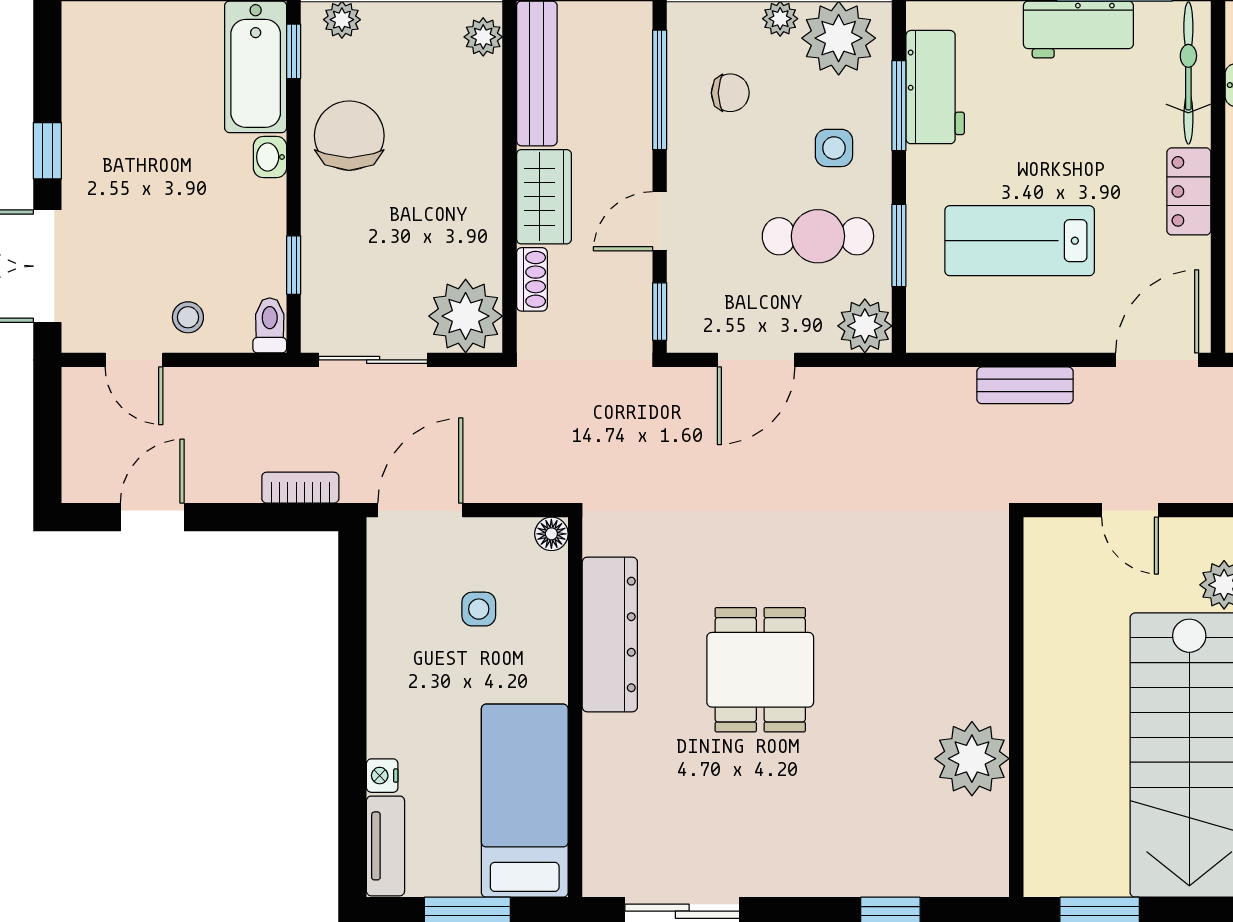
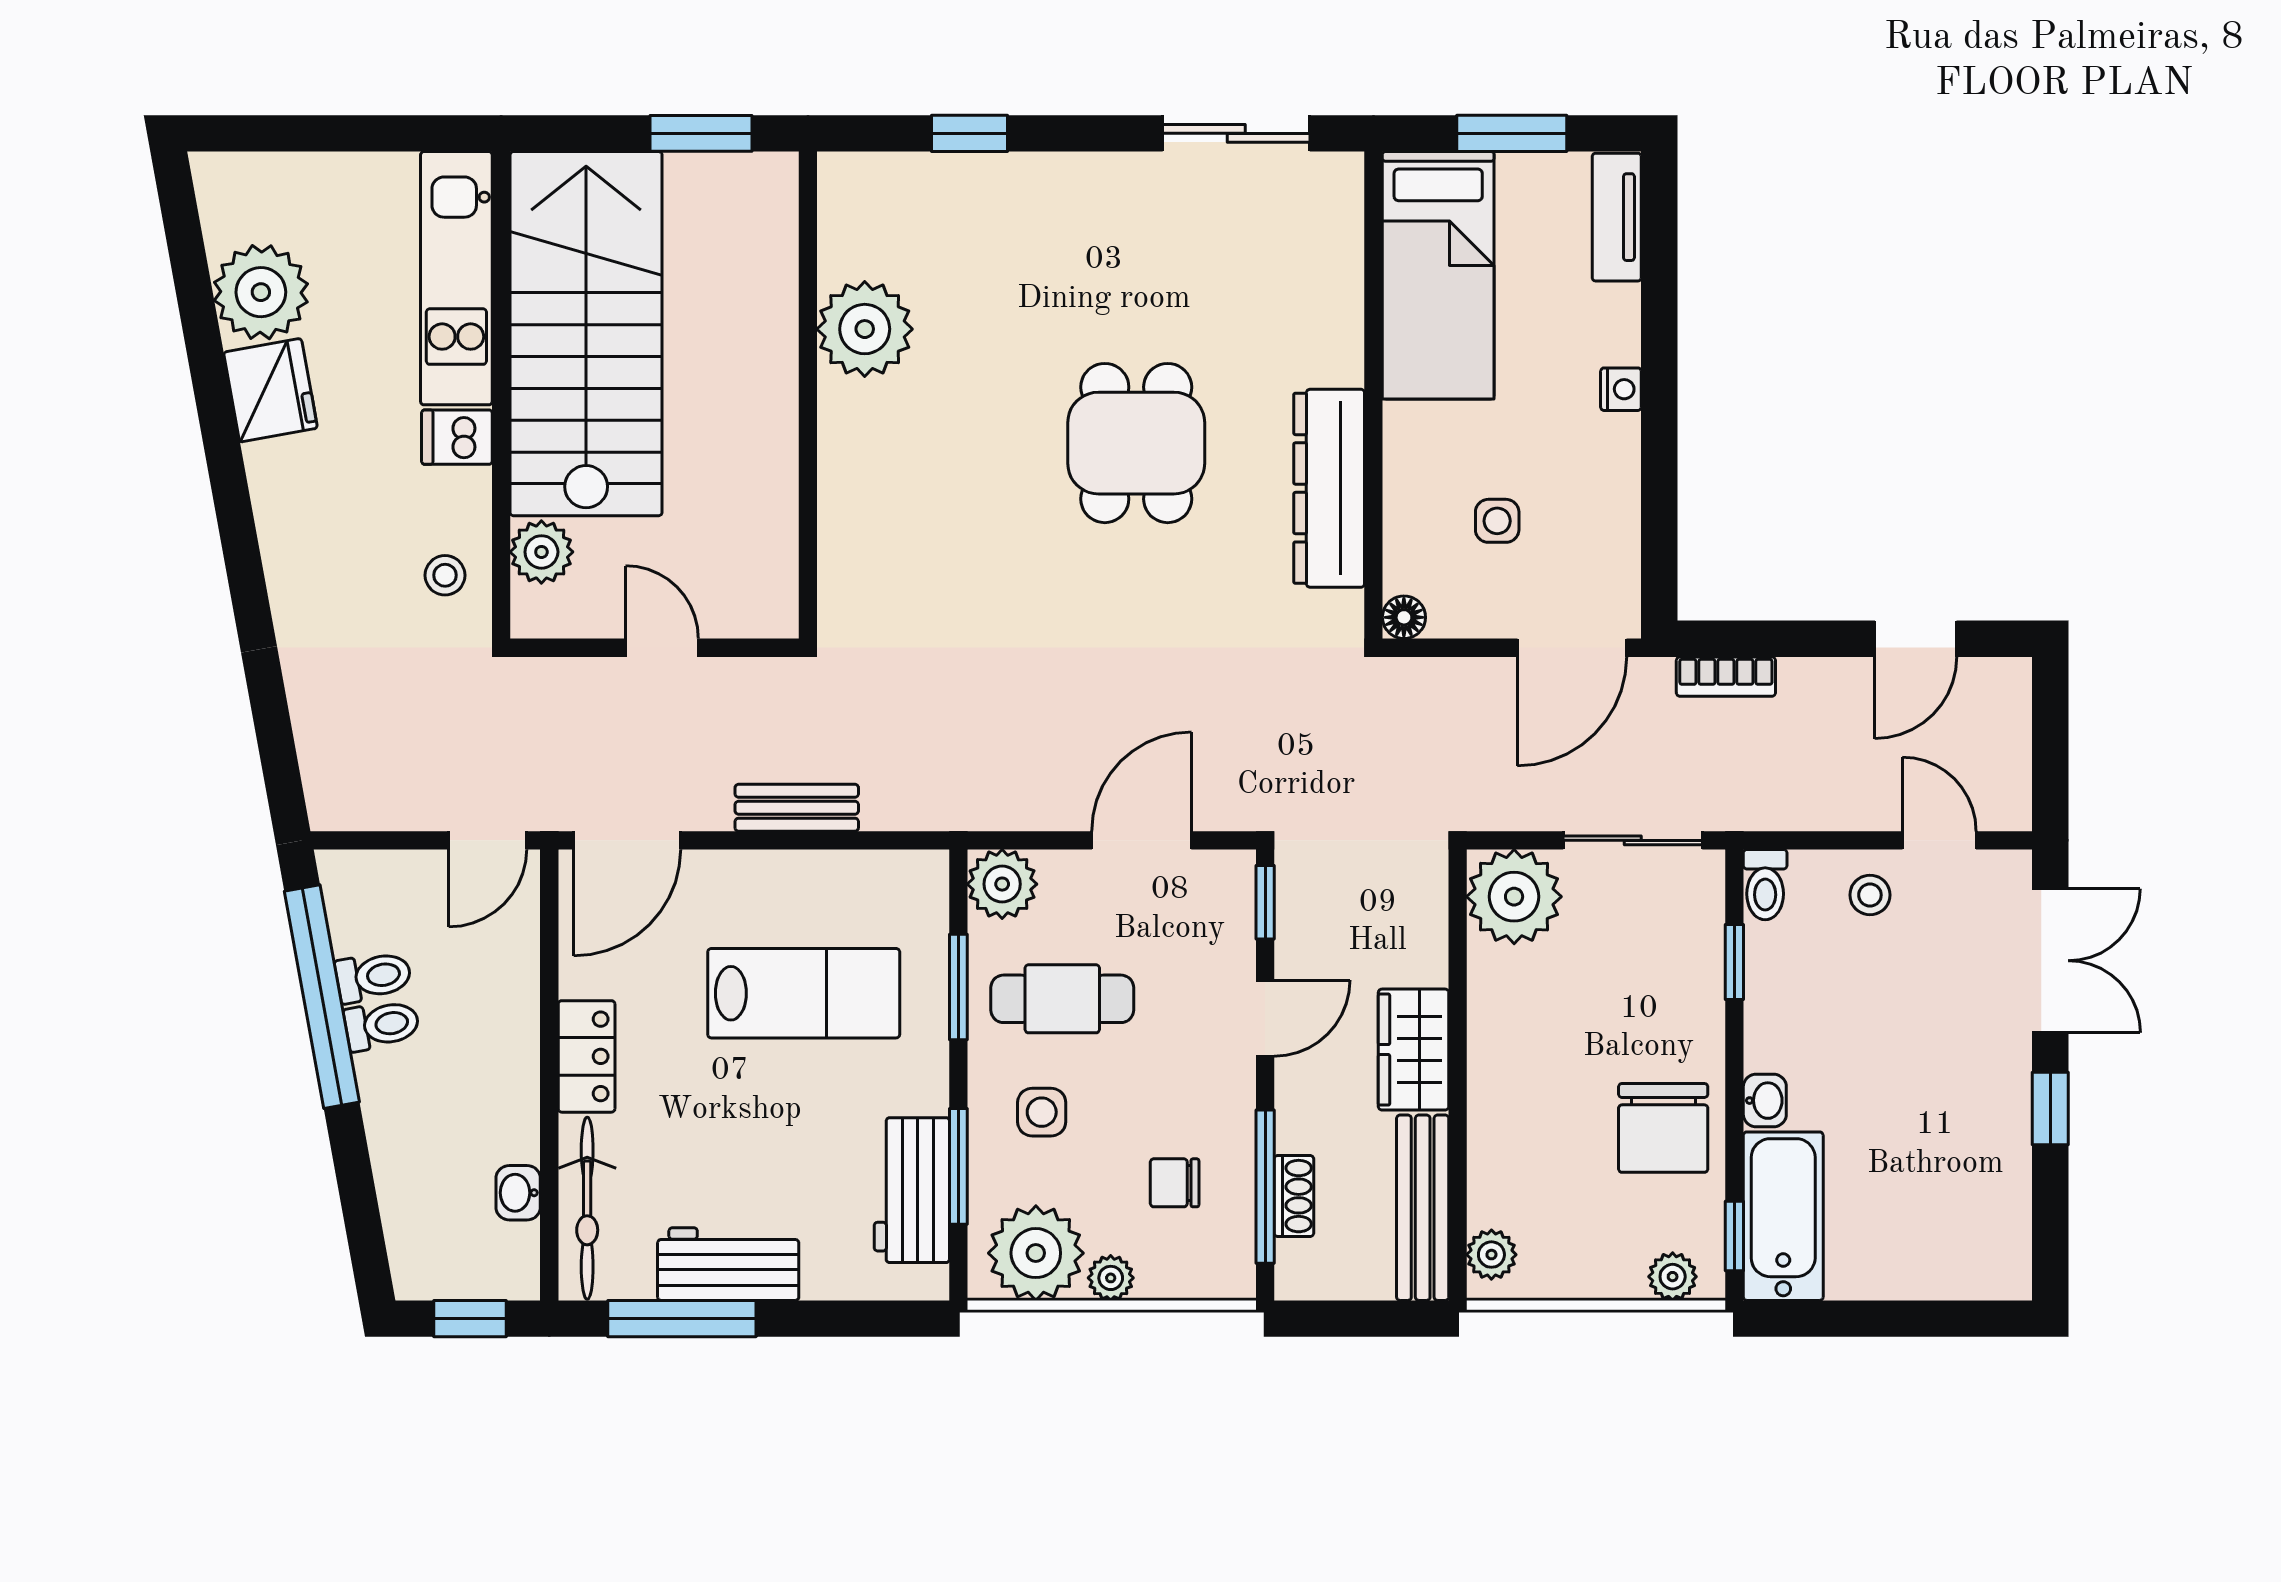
shoe rack: (532, 279) -> (1294, 1196), moved, turned 180
nightstand: (382, 776) -> (1621, 389), moved

